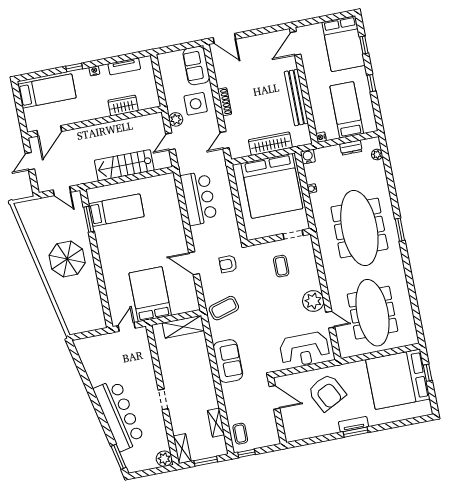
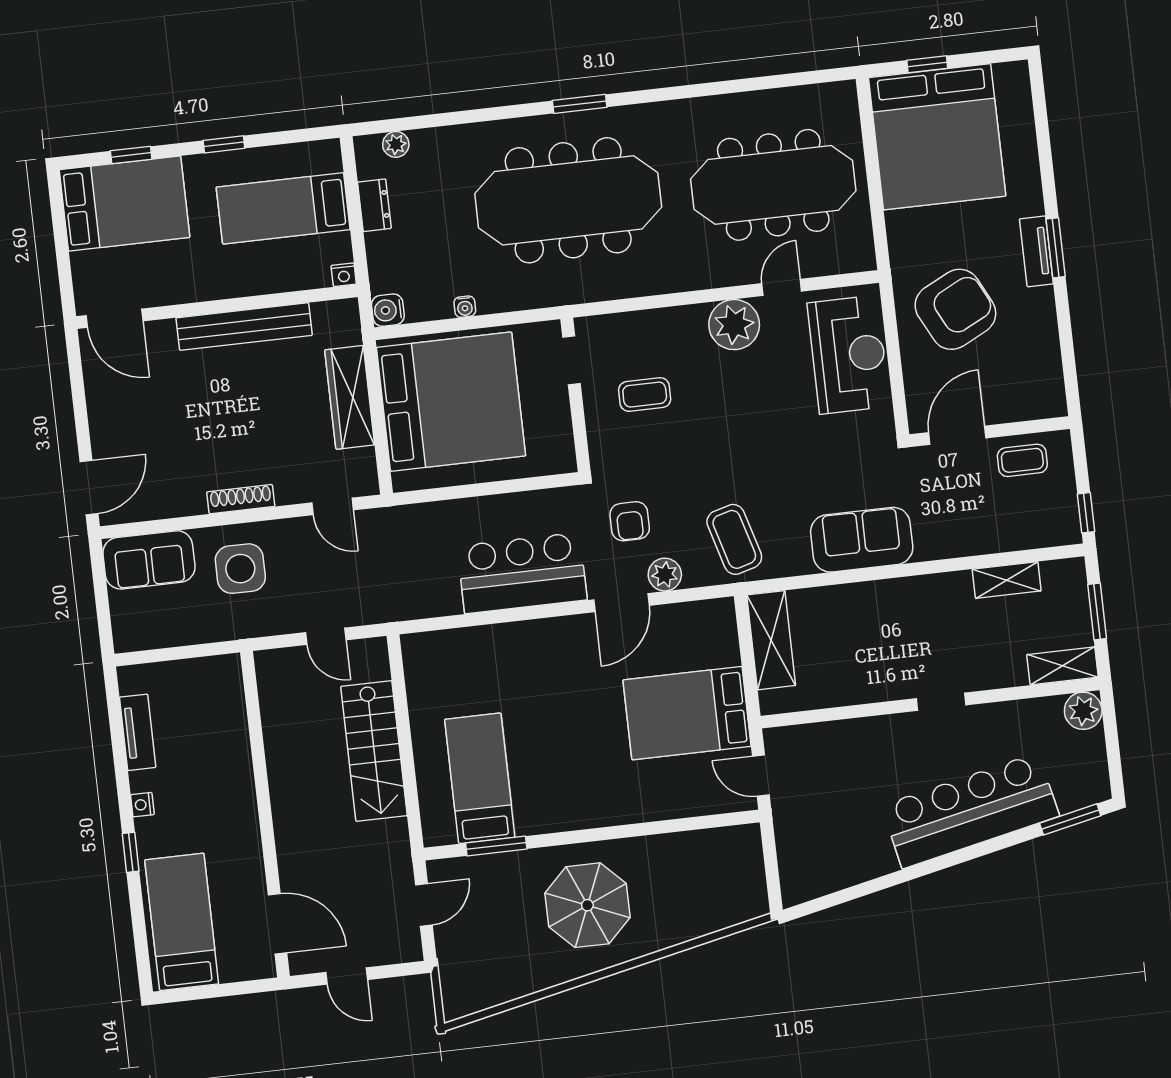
wardrobe: (123, 105) -> (231, 742), removed
plant: (176, 119) -> (665, 575), moved
bar counter: (199, 198) -> (522, 573), moved
coffee table: (240, 434) -> (1022, 460), moved

